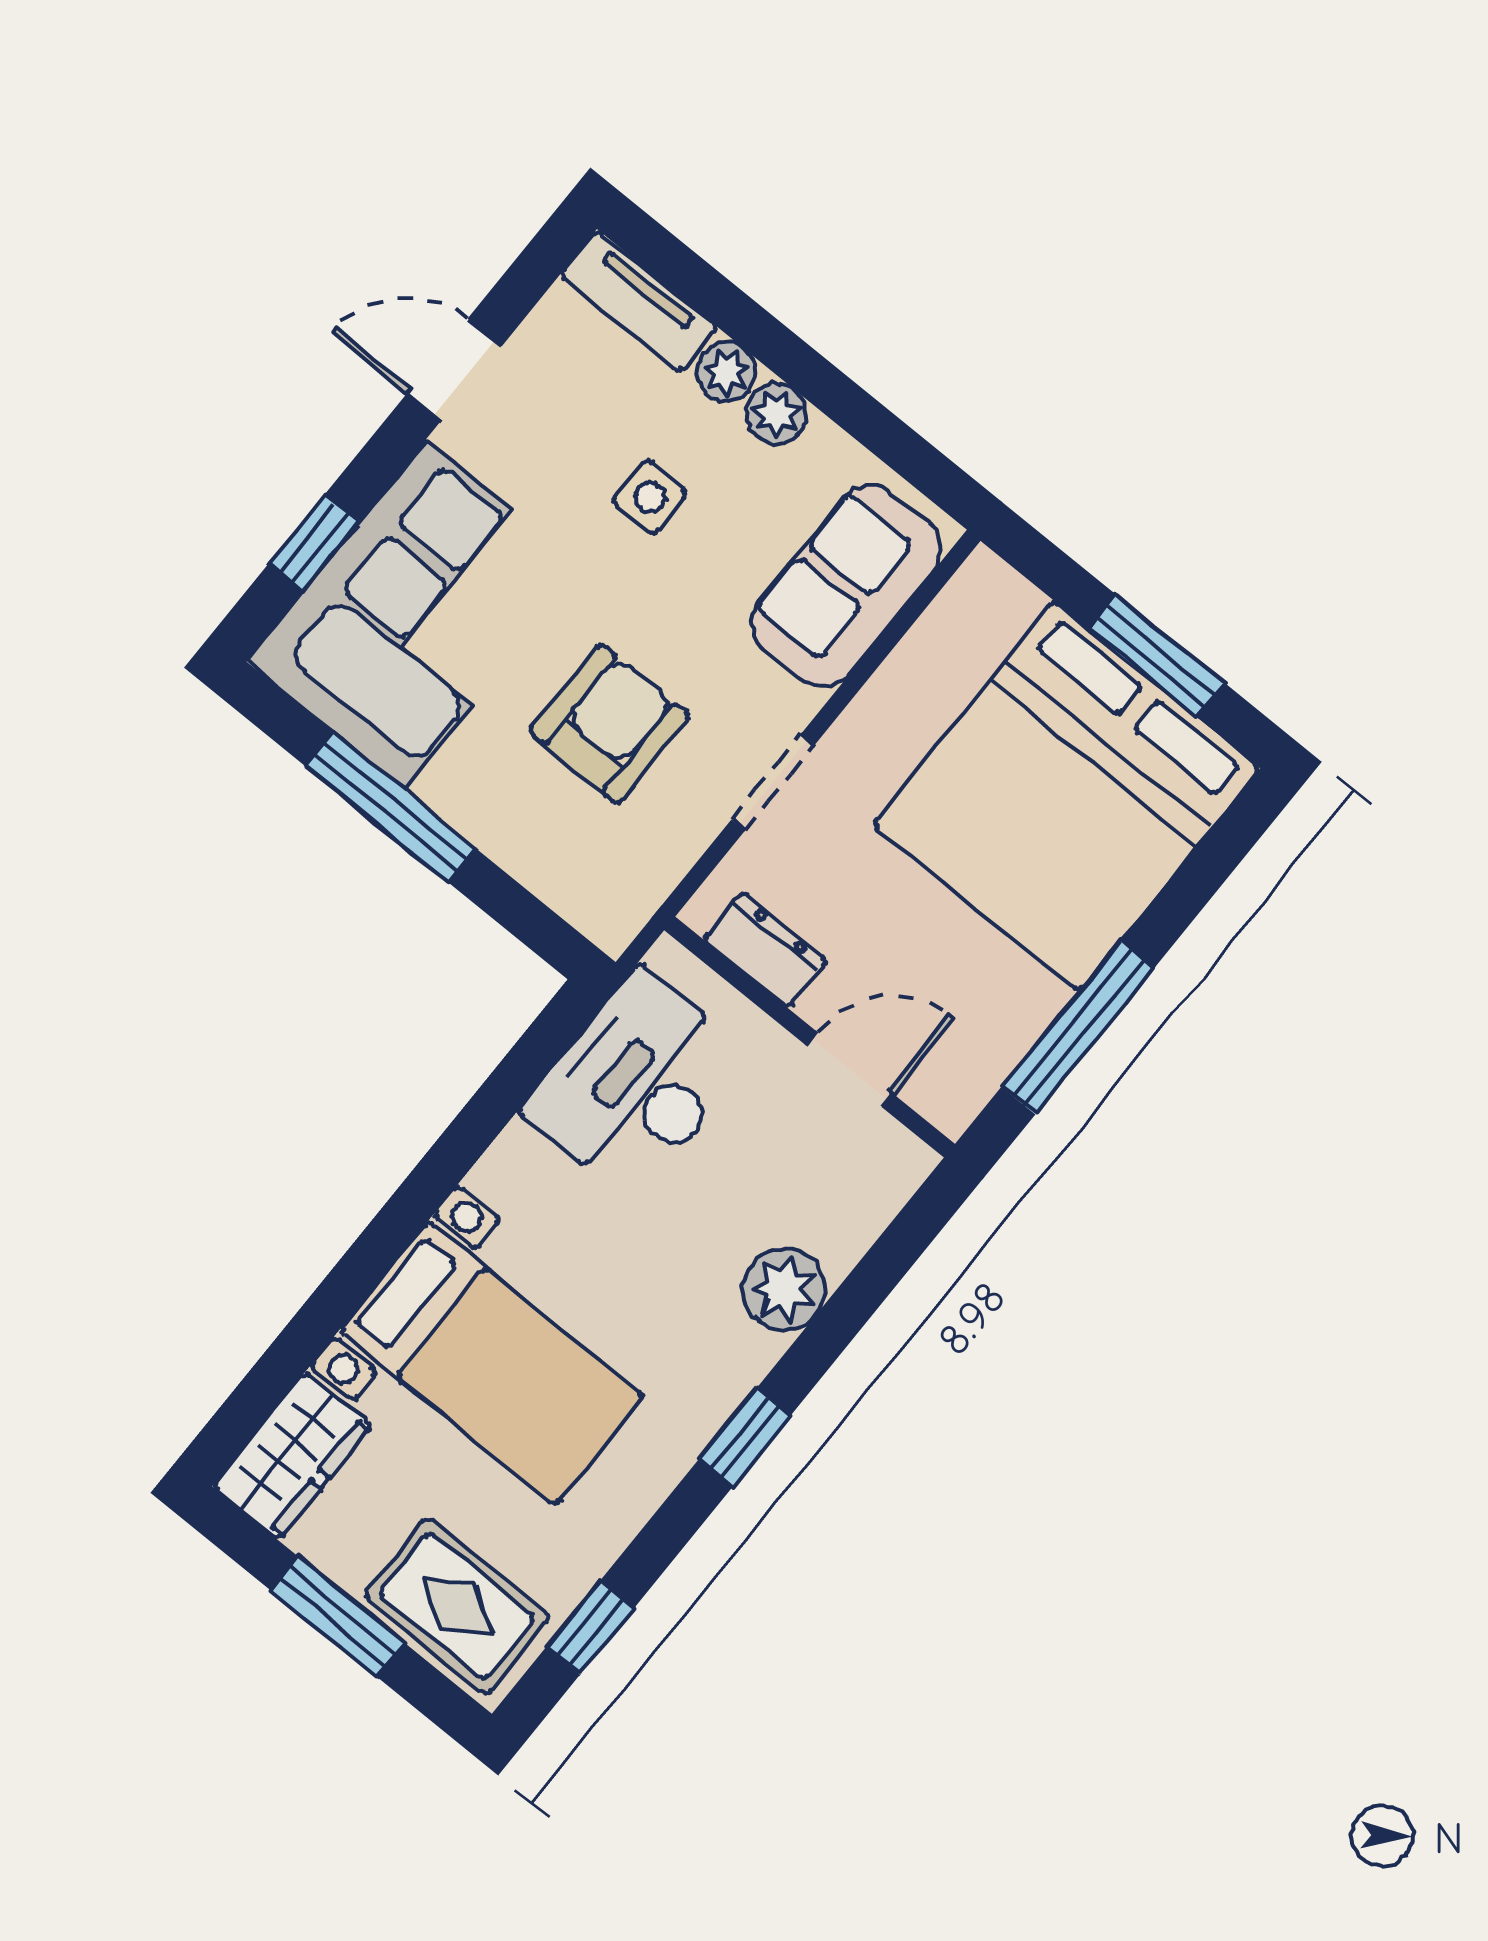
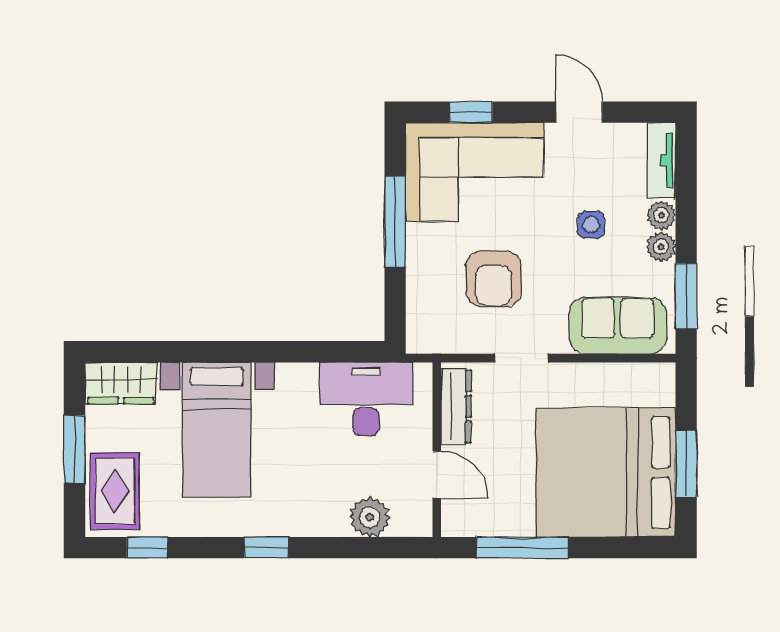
window: (889, 438) -> (686, 296), added
armchair: (610, 724) -> (494, 279), turned 90
dresser: (765, 950) -> (456, 406), width x1.44
plant: (784, 1289) -> (370, 517), moved

